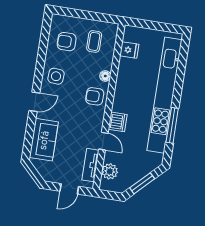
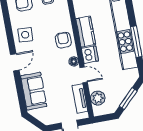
floor lamp: (105, 76) -> (74, 61), moved
armchair: (95, 96) -> (63, 40), turned 90
kitchen counter: (122, 96) -> (86, 32), added

